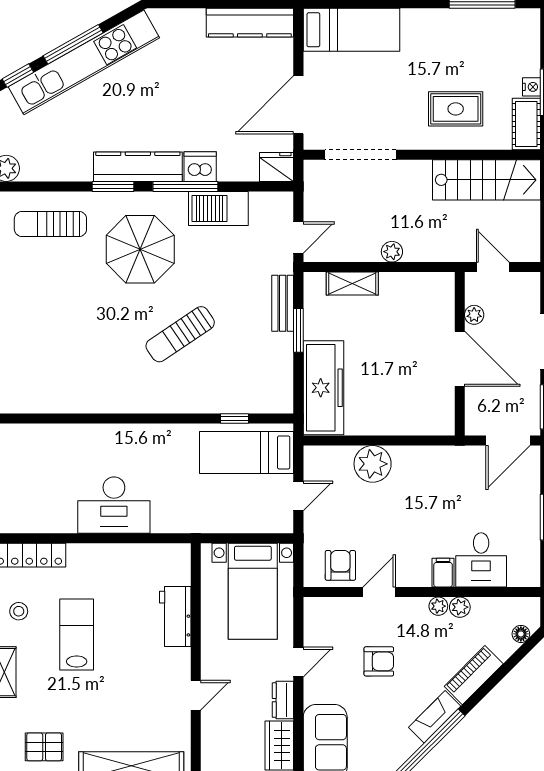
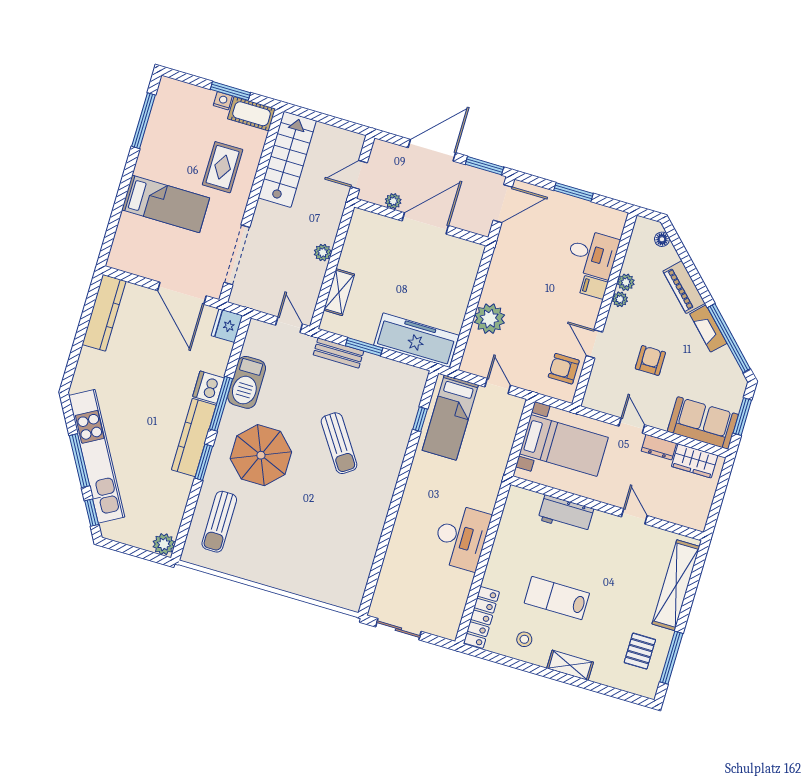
bed: (351, 30) -> (166, 204), moved, turned 90
door: (508, 441) -> (503, 204), hinge flipped

